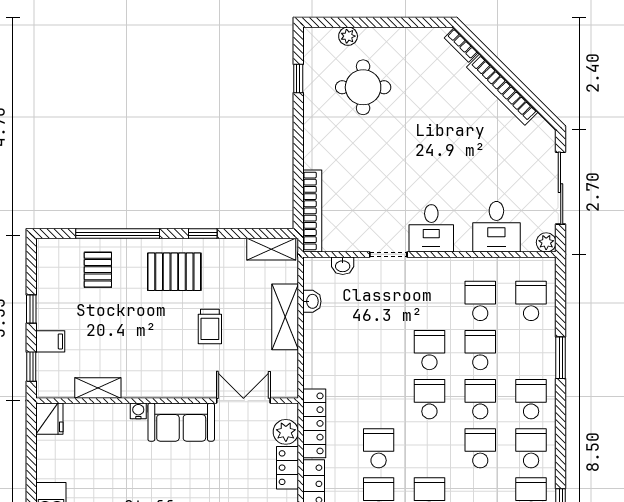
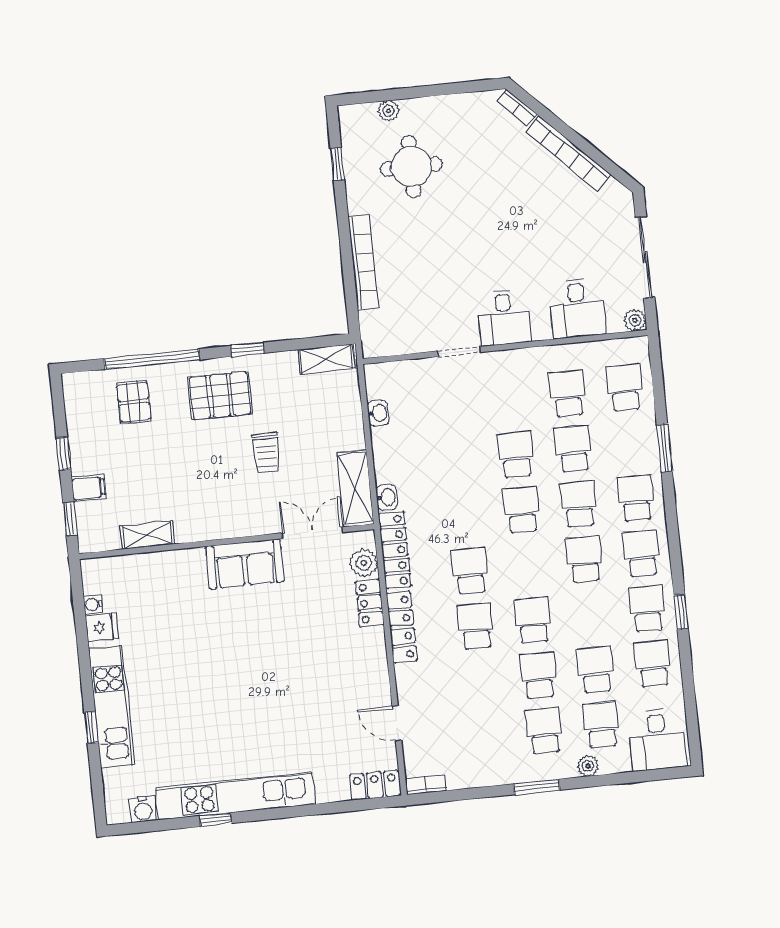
bookcase: (312, 211) -> (363, 263), moved
washbasin: (343, 266) -> (387, 497), moved, turned -90
shelving: (285, 317) -> (355, 488), moved
water cooler: (138, 411) -> (93, 604), moved, turned -90
fridge: (49, 419) -> (102, 627), moved, width x0.72

